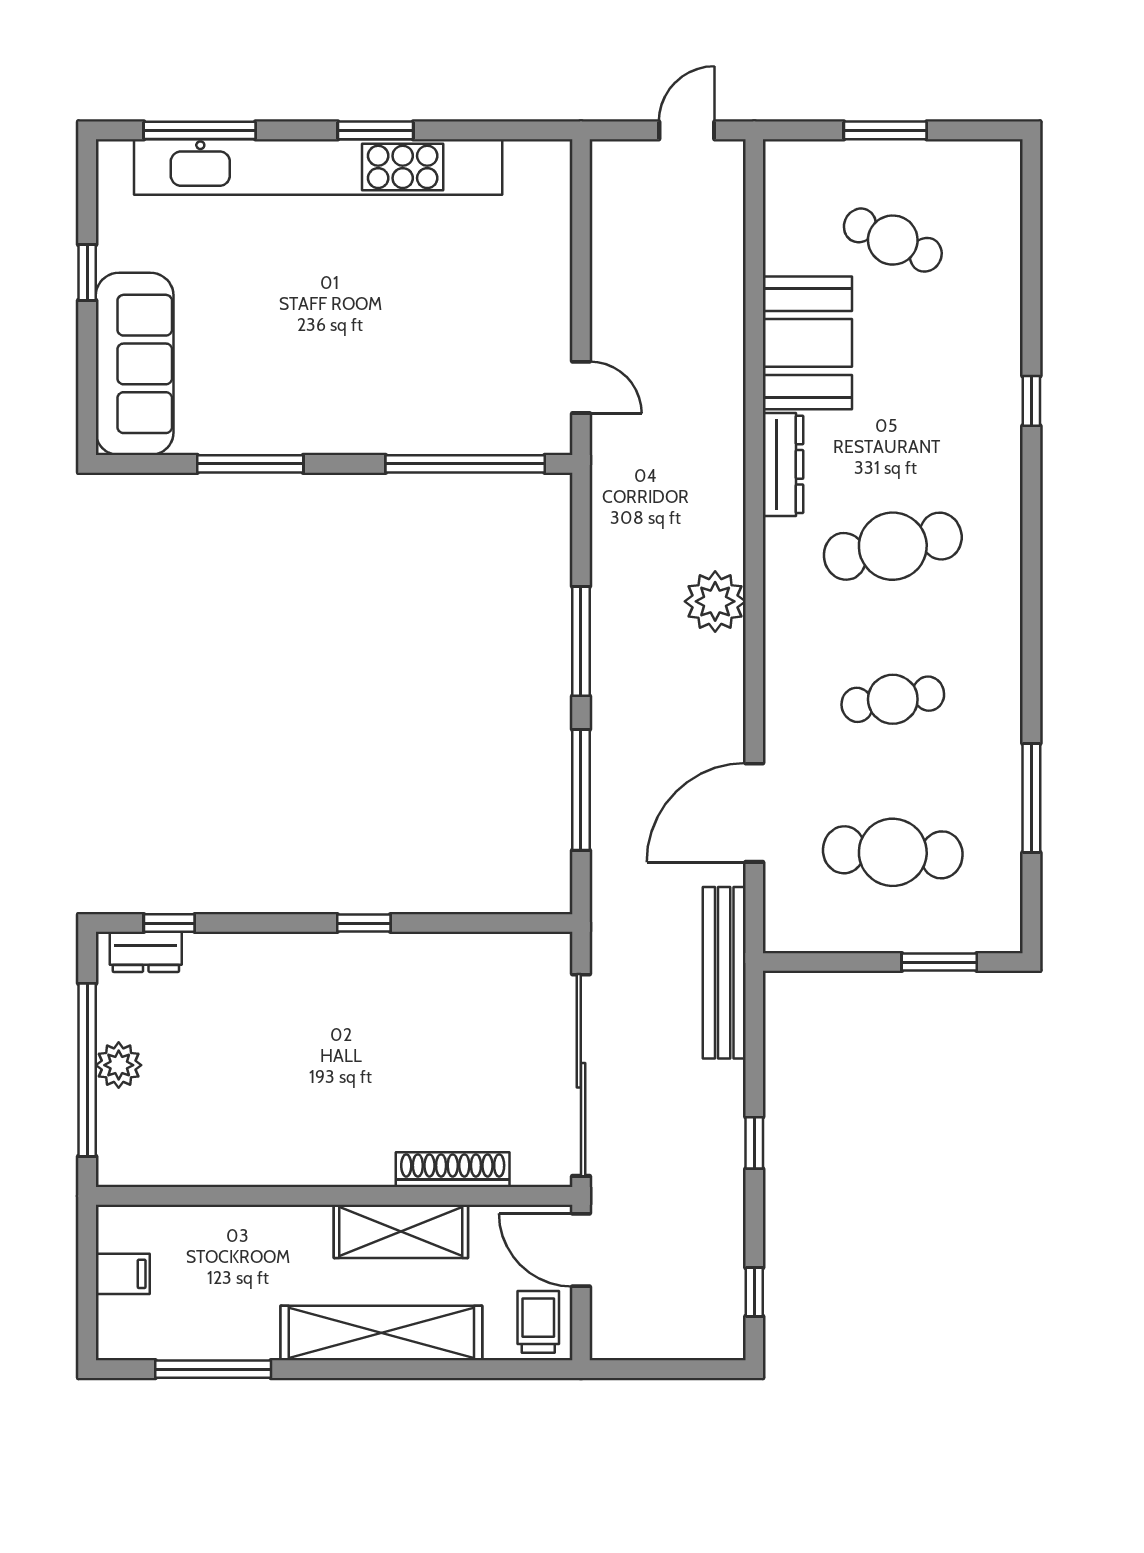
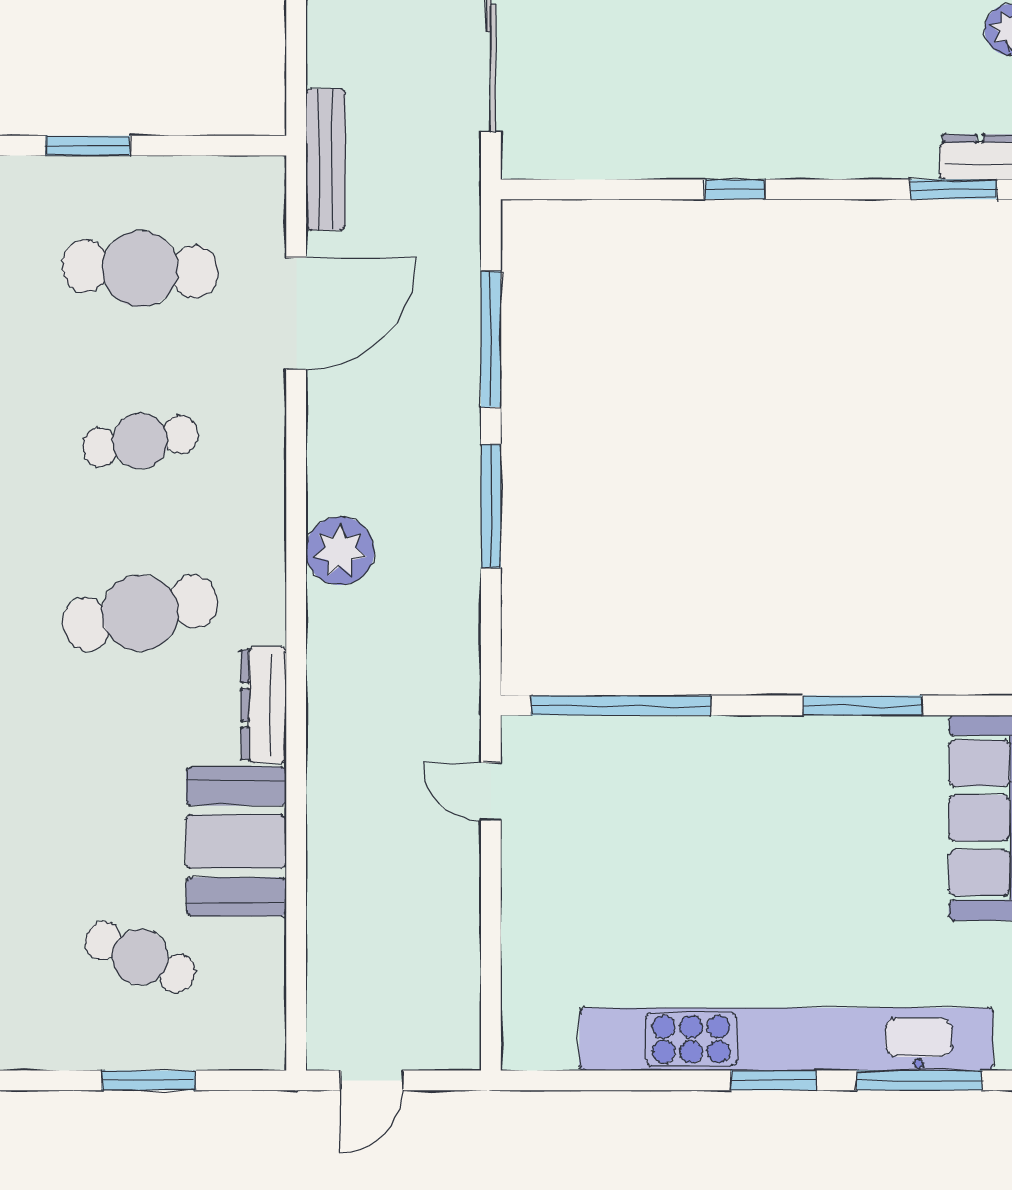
window: (376, 130) -> (773, 1080), moved
window: (169, 923) -> (953, 189), width x1.50
bench: (724, 973) -> (326, 159), width x0.73, depth x0.82

